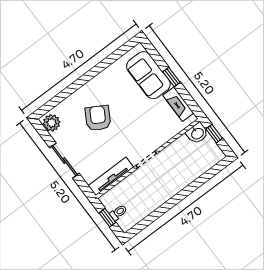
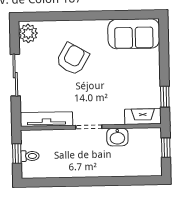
sofa: (148, 75) -> (134, 34), moved, turned -90
window: (172, 77) -> (165, 97), moved
fireplace: (178, 104) -> (143, 117), moved, turned 90
washbasin: (197, 133) -> (117, 137), moved

